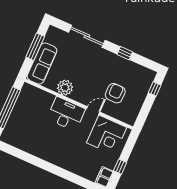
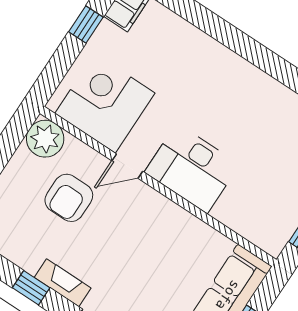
fireplace: (112, 57) -> (63, 283), added
plant: (65, 88) -> (45, 139), moved

